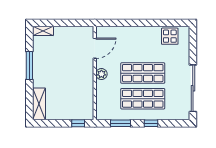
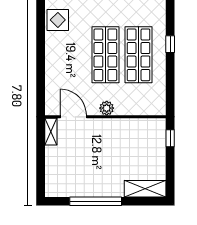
shelving: (43, 31) -> (51, 132), moved
window: (29, 65) -> (96, 201), width x1.46
window: (120, 123) -> (170, 84), removed

